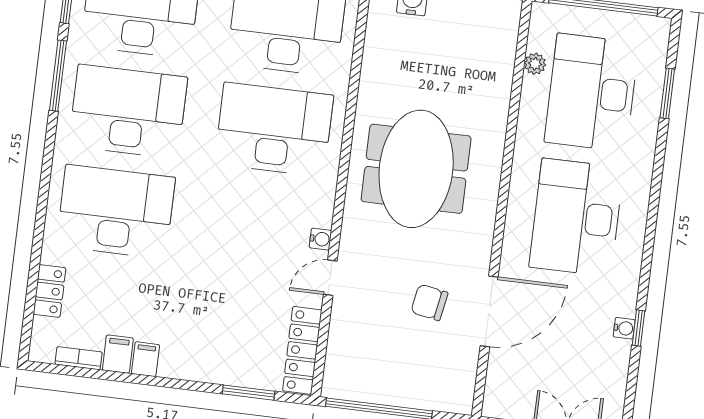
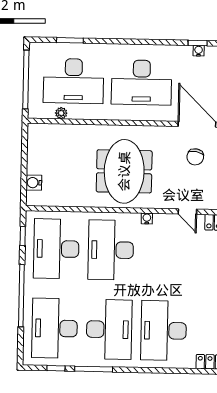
desk: (128, 112) -> (109, 329), turned 180
meeting table: (416, 169) -> (124, 171), turned 90
water cooler: (320, 239) -> (147, 219), moved

